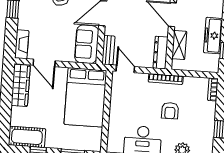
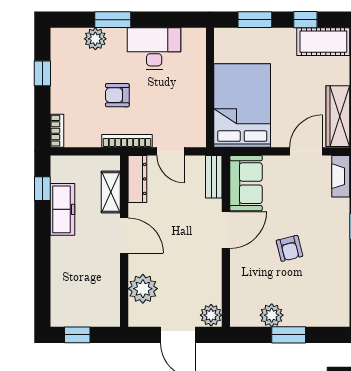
door: (44, 63) -> (306, 151), hinge flipped
door: (125, 69) -> (170, 151), moved
armchair: (170, 111) -> (117, 95), turned -90

